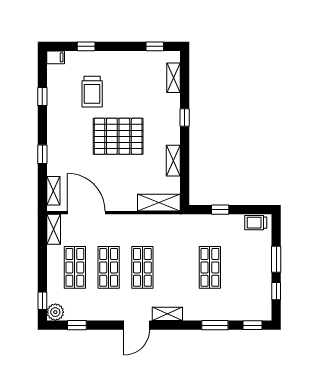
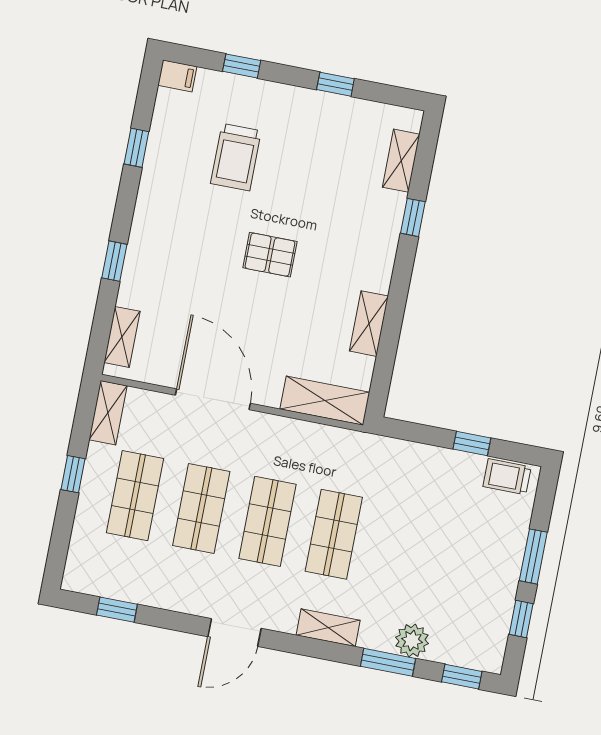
window: (155, 46) -> (335, 84), moved
window: (185, 118) -> (413, 217), moved
pallet: (118, 136) -> (270, 255), width x0.49, depth x0.50
window: (220, 210) -> (472, 443), moved
door: (86, 213) -> (213, 399), moved
shop shelf: (210, 267) -> (334, 534), moved
window: (42, 301) -> (73, 474), moved
plant: (55, 312) -> (412, 640), moved
shelving: (167, 314) -> (328, 628), moved

